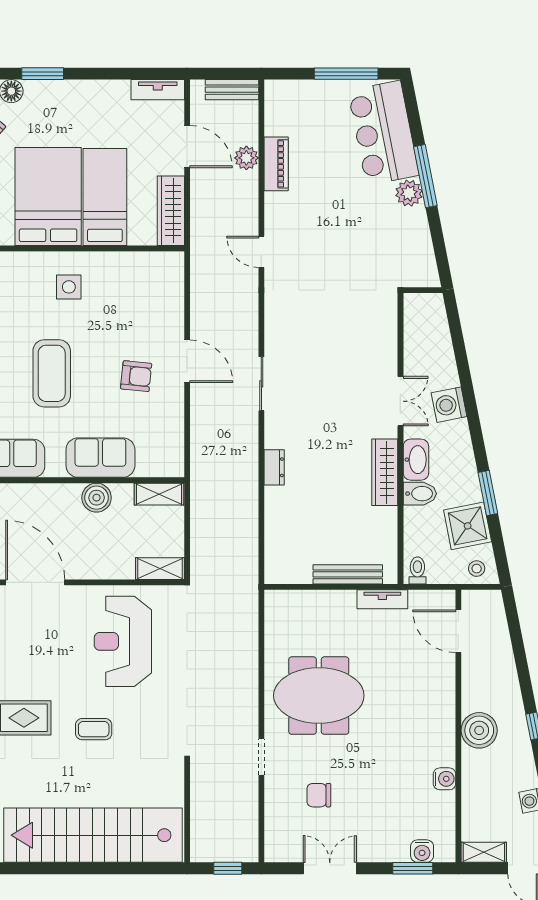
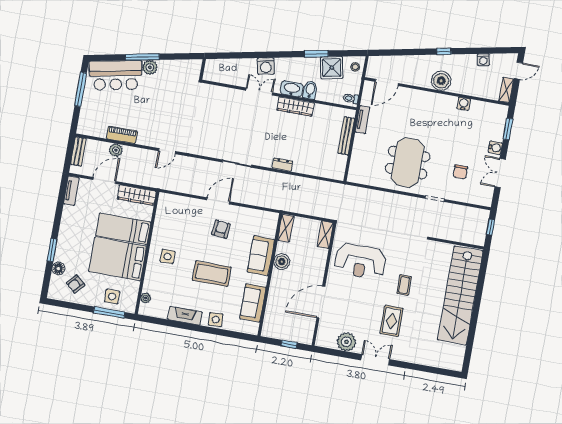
water cooler: (422, 851) -> (495, 148), moved

